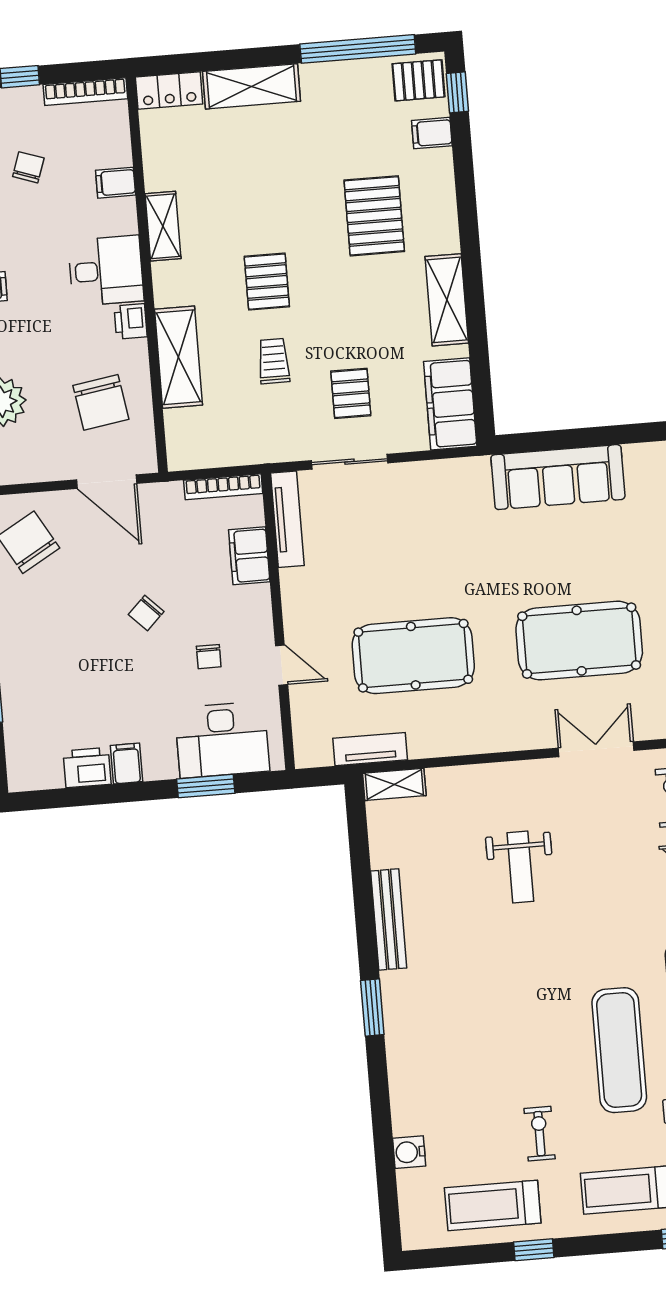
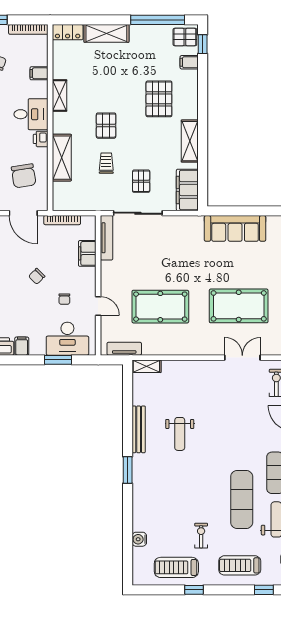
sliding door: (349, 462) -> (138, 213), width x1.37
bookcase: (223, 487) -> (62, 220), moved
tv unit: (370, 749) -> (124, 349), moved
weight bench: (520, 867) -> (180, 434), moved

